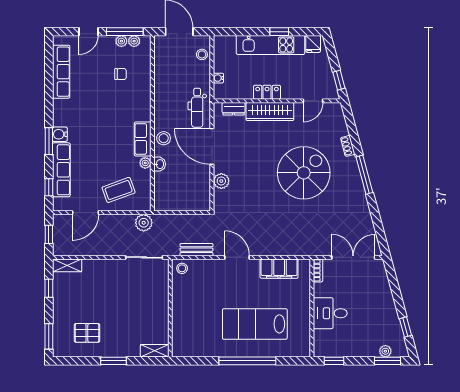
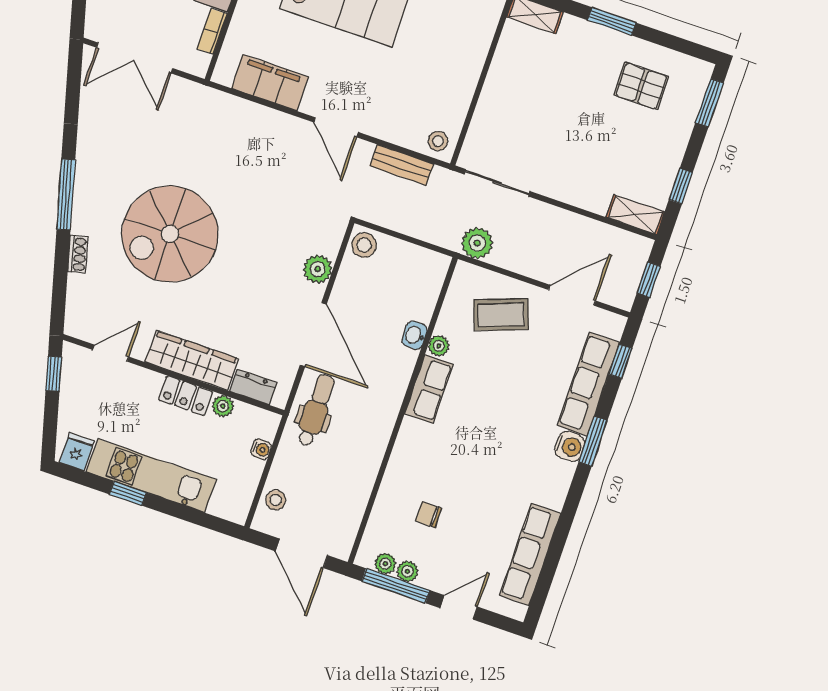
plant: (246, 93) -> (223, 406), added
stool: (164, 138) -> (364, 245), moved
bookcase: (318, 270) -> (212, 31), moved

